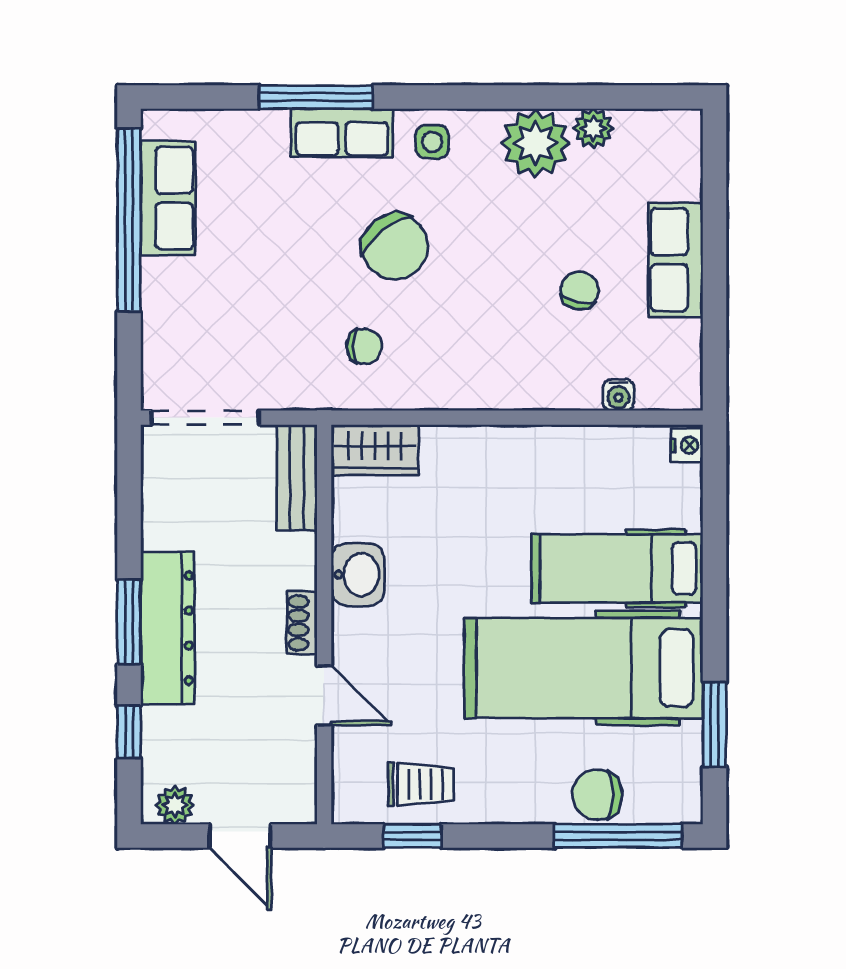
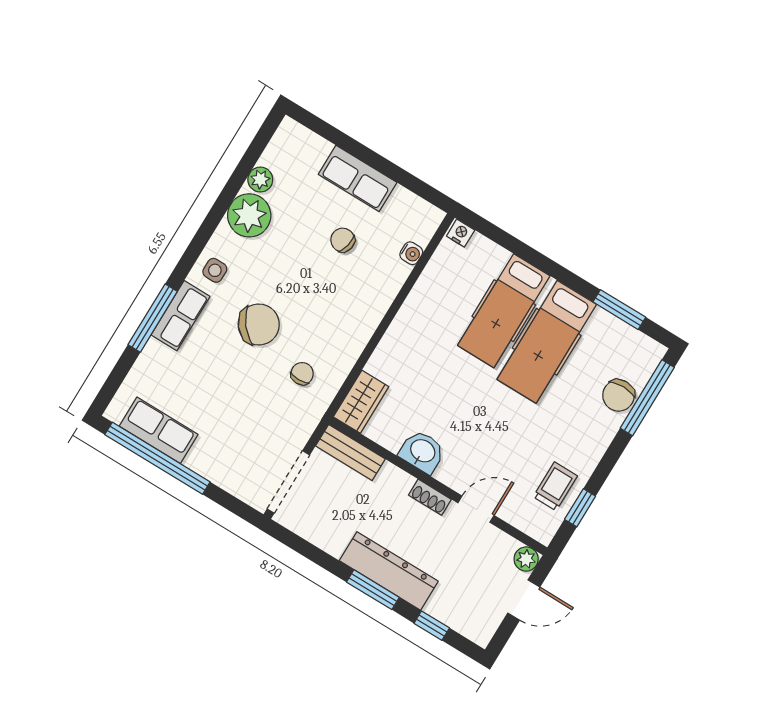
hospital bed: (584, 668) -> (547, 342), width x0.73, depth x0.78
plant: (175, 805) -> (526, 559), moved

